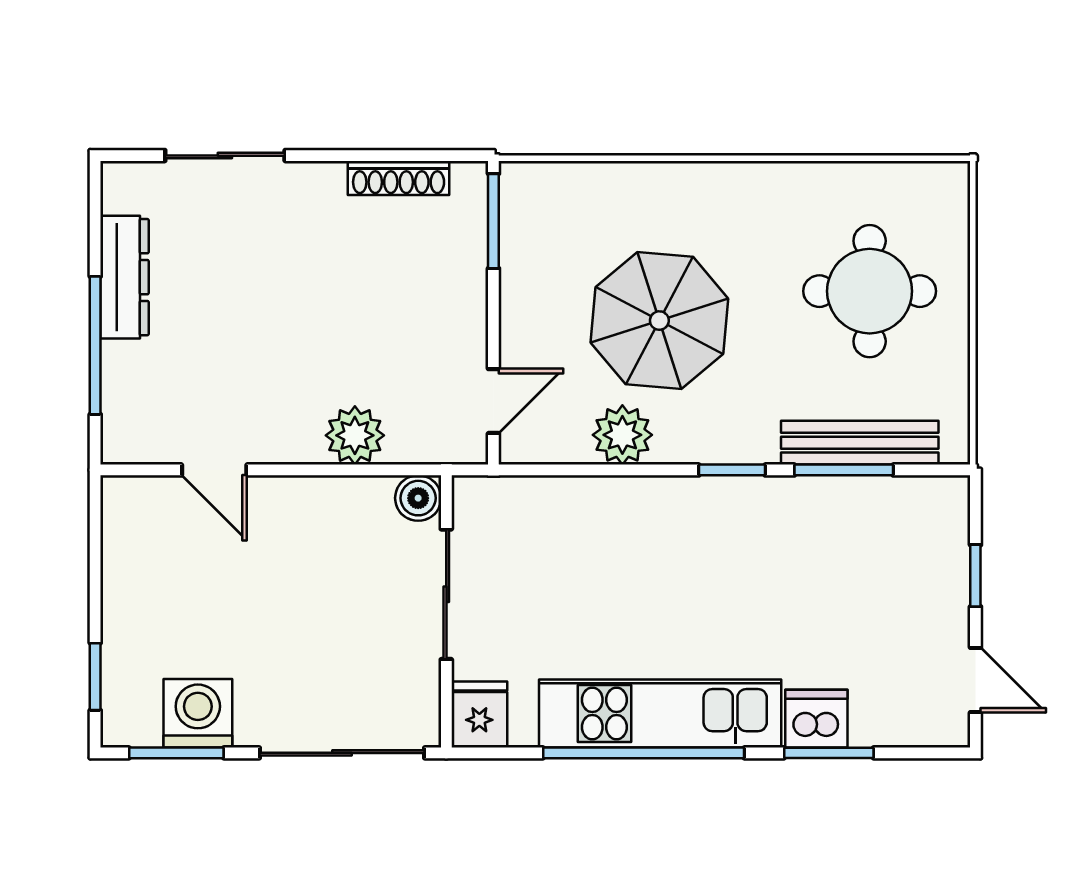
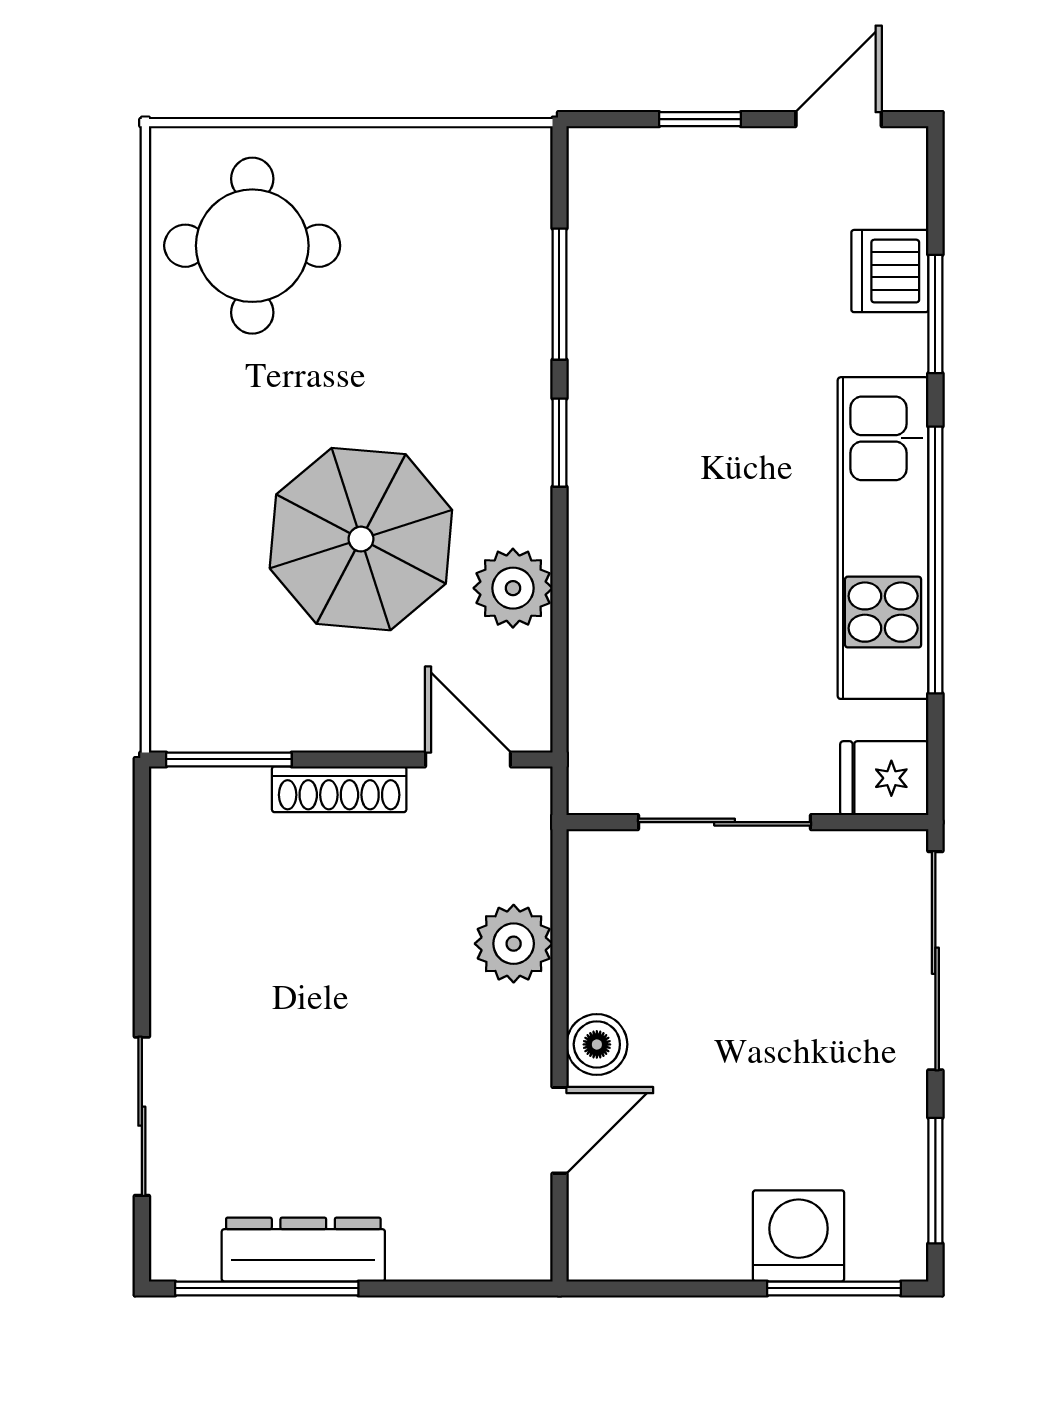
shoe rack: (399, 178) -> (339, 789), moved, turned 90
round table: (870, 291) -> (252, 246), moved
window: (95, 345) -> (267, 1288), moved
bench: (860, 443) -> (523, 273), removed
boiler: (418, 498) -> (597, 1044), moved
window: (95, 677) -> (834, 1288), width x1.50
washing machine: (198, 713) -> (799, 1236), moved, turned 90
dishwasher: (816, 719) -> (890, 271), moved

